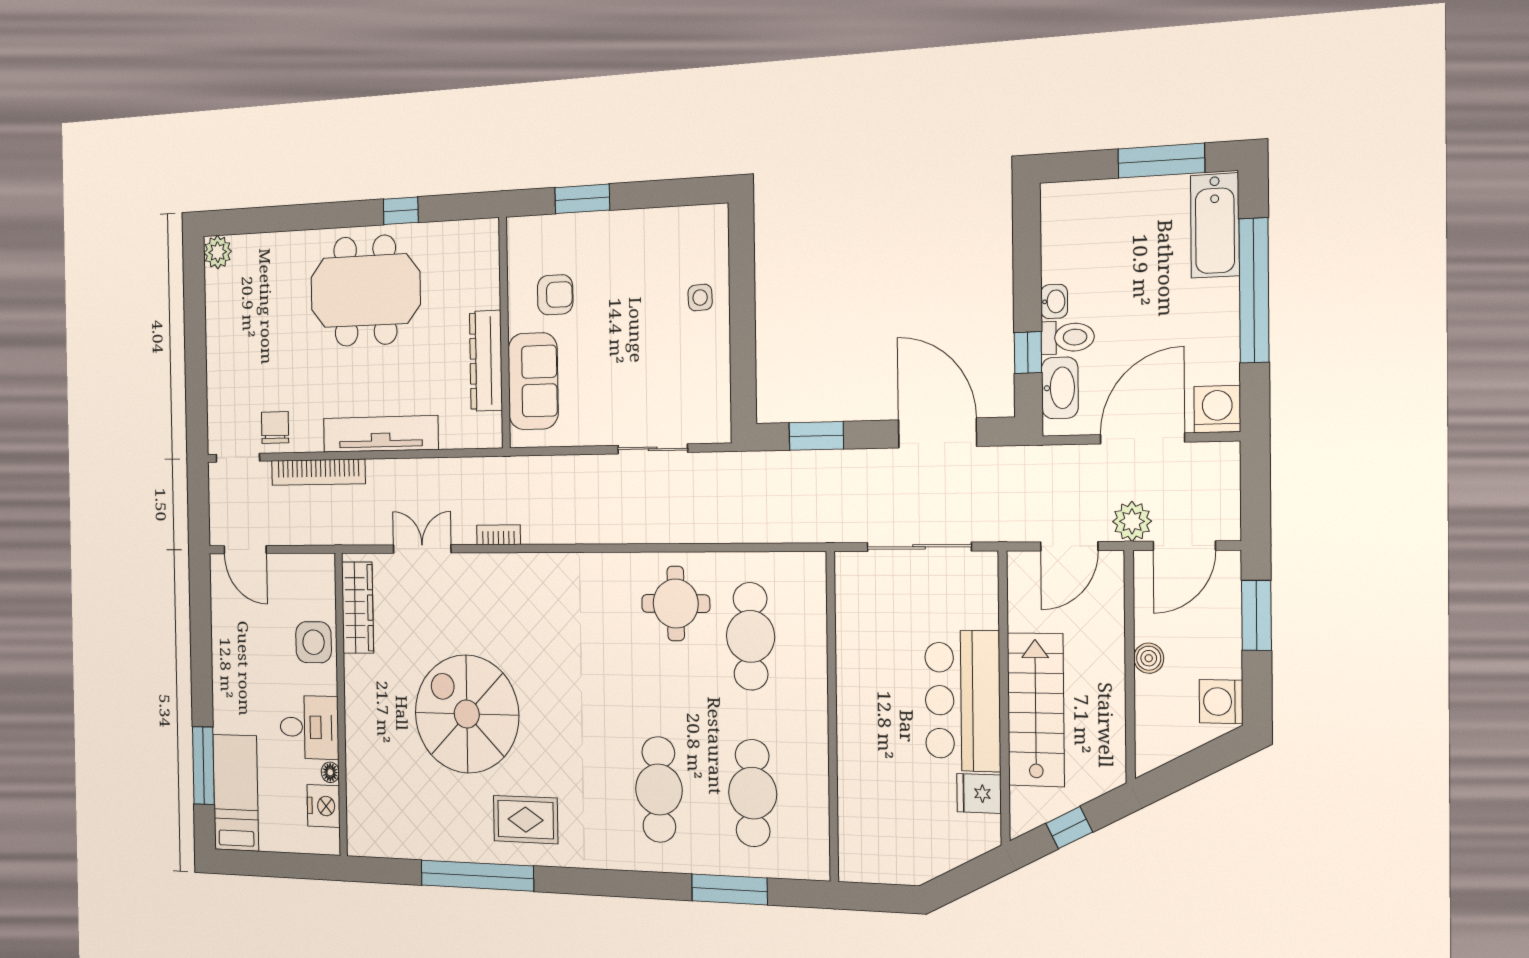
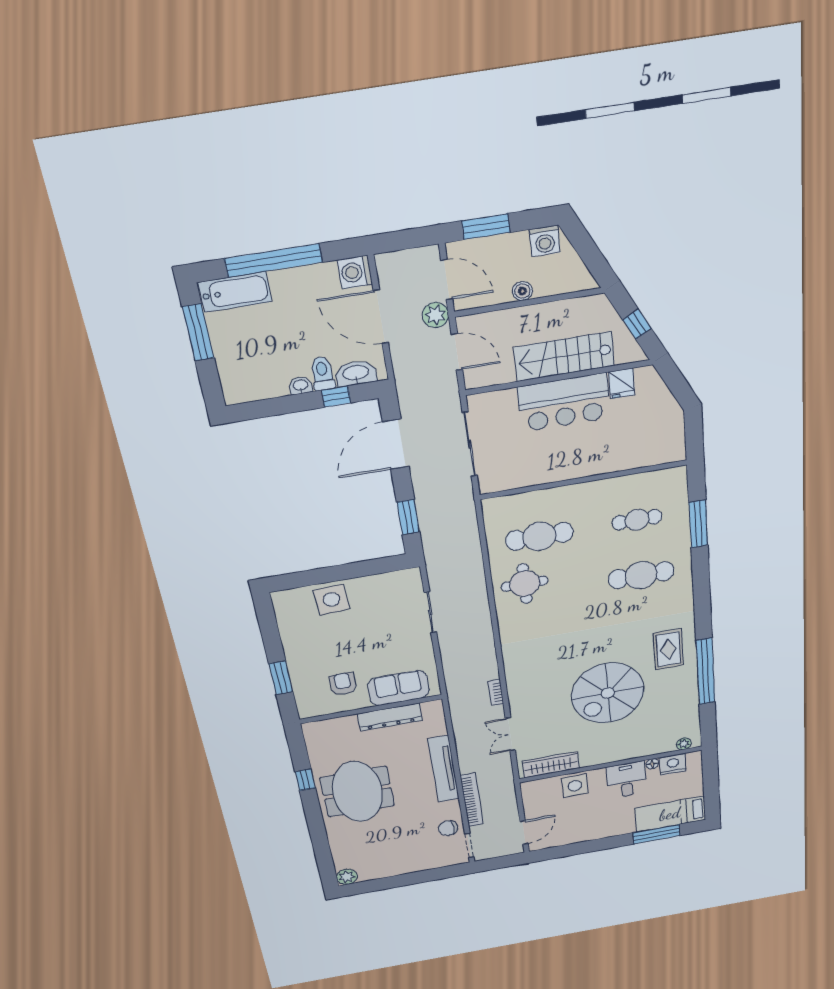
side table: (700, 298) -> (332, 600), width x1.87, depth x1.87
cafe table: (753, 793) -> (637, 520), width x0.73, depth x0.74
plant: (357, 827) -> (684, 744), added

